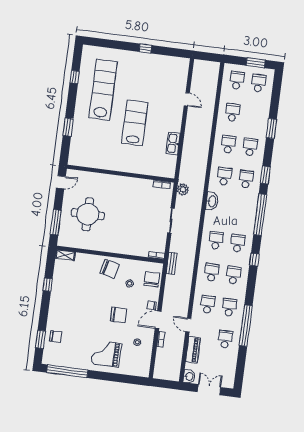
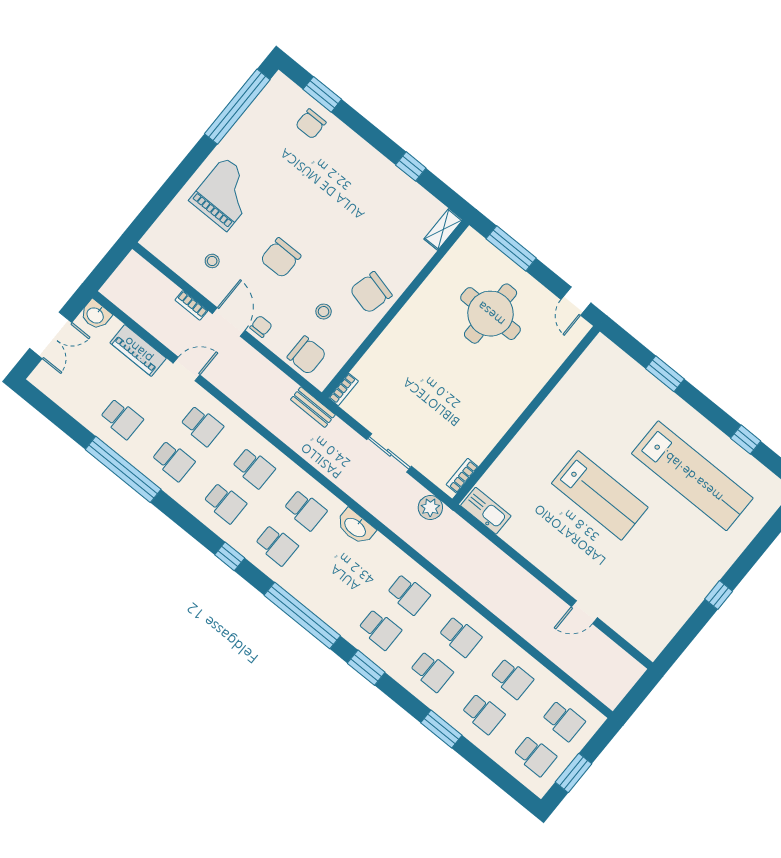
school desk: (254, 115) -> (483, 714), added
kitchen sink: (173, 143) -> (486, 511), moved
washbasin: (212, 201) -> (356, 527), moved

